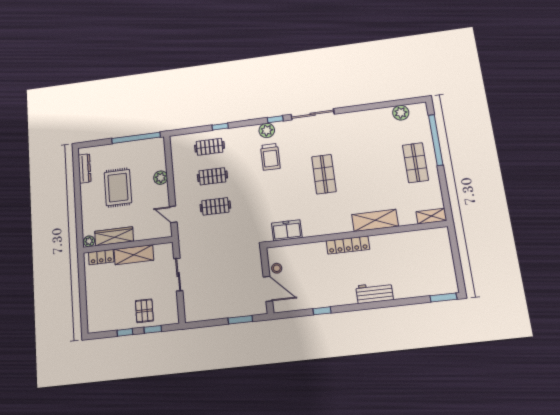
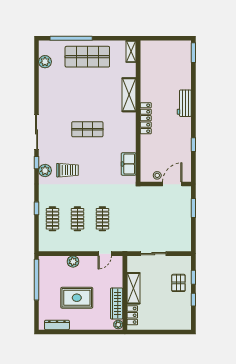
shop shelf: (415, 163) -> (87, 57), width x1.43, depth x1.36
pallet: (144, 311) -> (178, 283), turned 90

